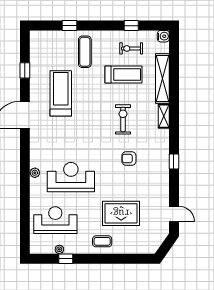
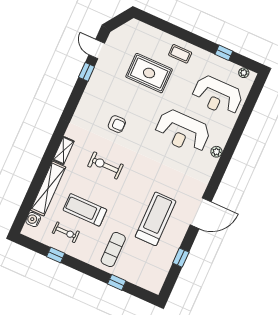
water cooler: (163, 36) -> (33, 220), moved
treadmill: (61, 93) -> (156, 219), turned 180
exercise bike: (123, 119) -> (105, 165), turned 90
window: (174, 161) -> (87, 72), moved
plant: (59, 249) -> (244, 73), moved

